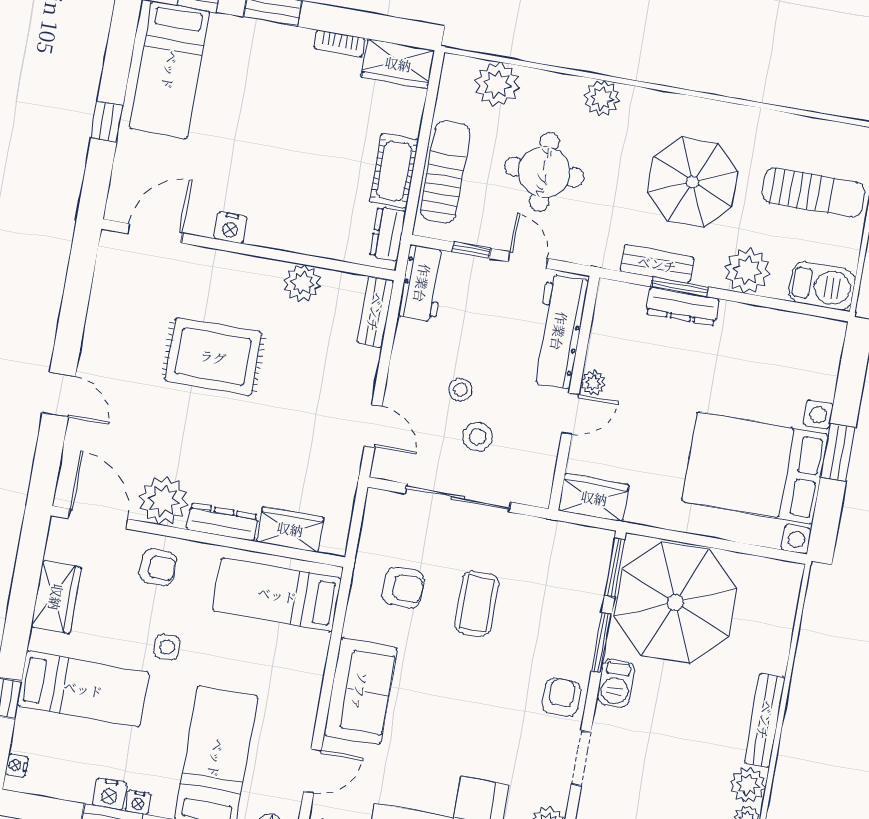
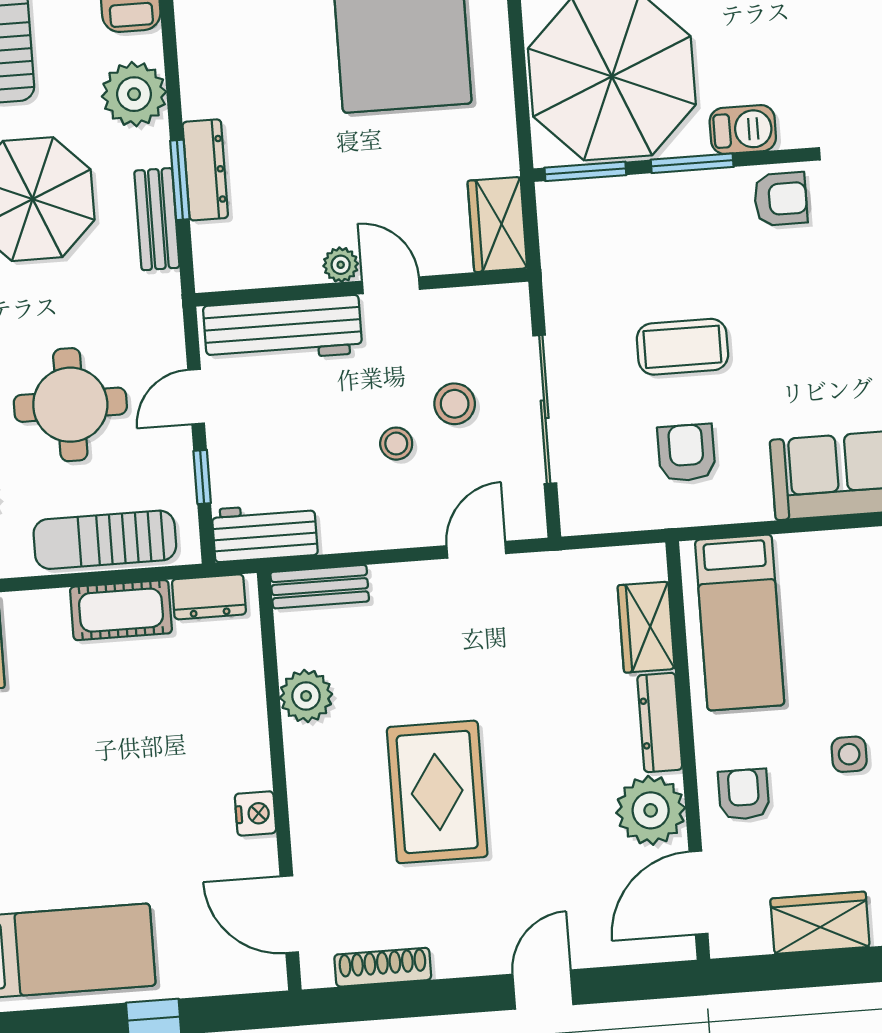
shoe rack: (102, 288) -> (383, 967), added
armchair: (561, 697) -> (781, 199), turned 180

